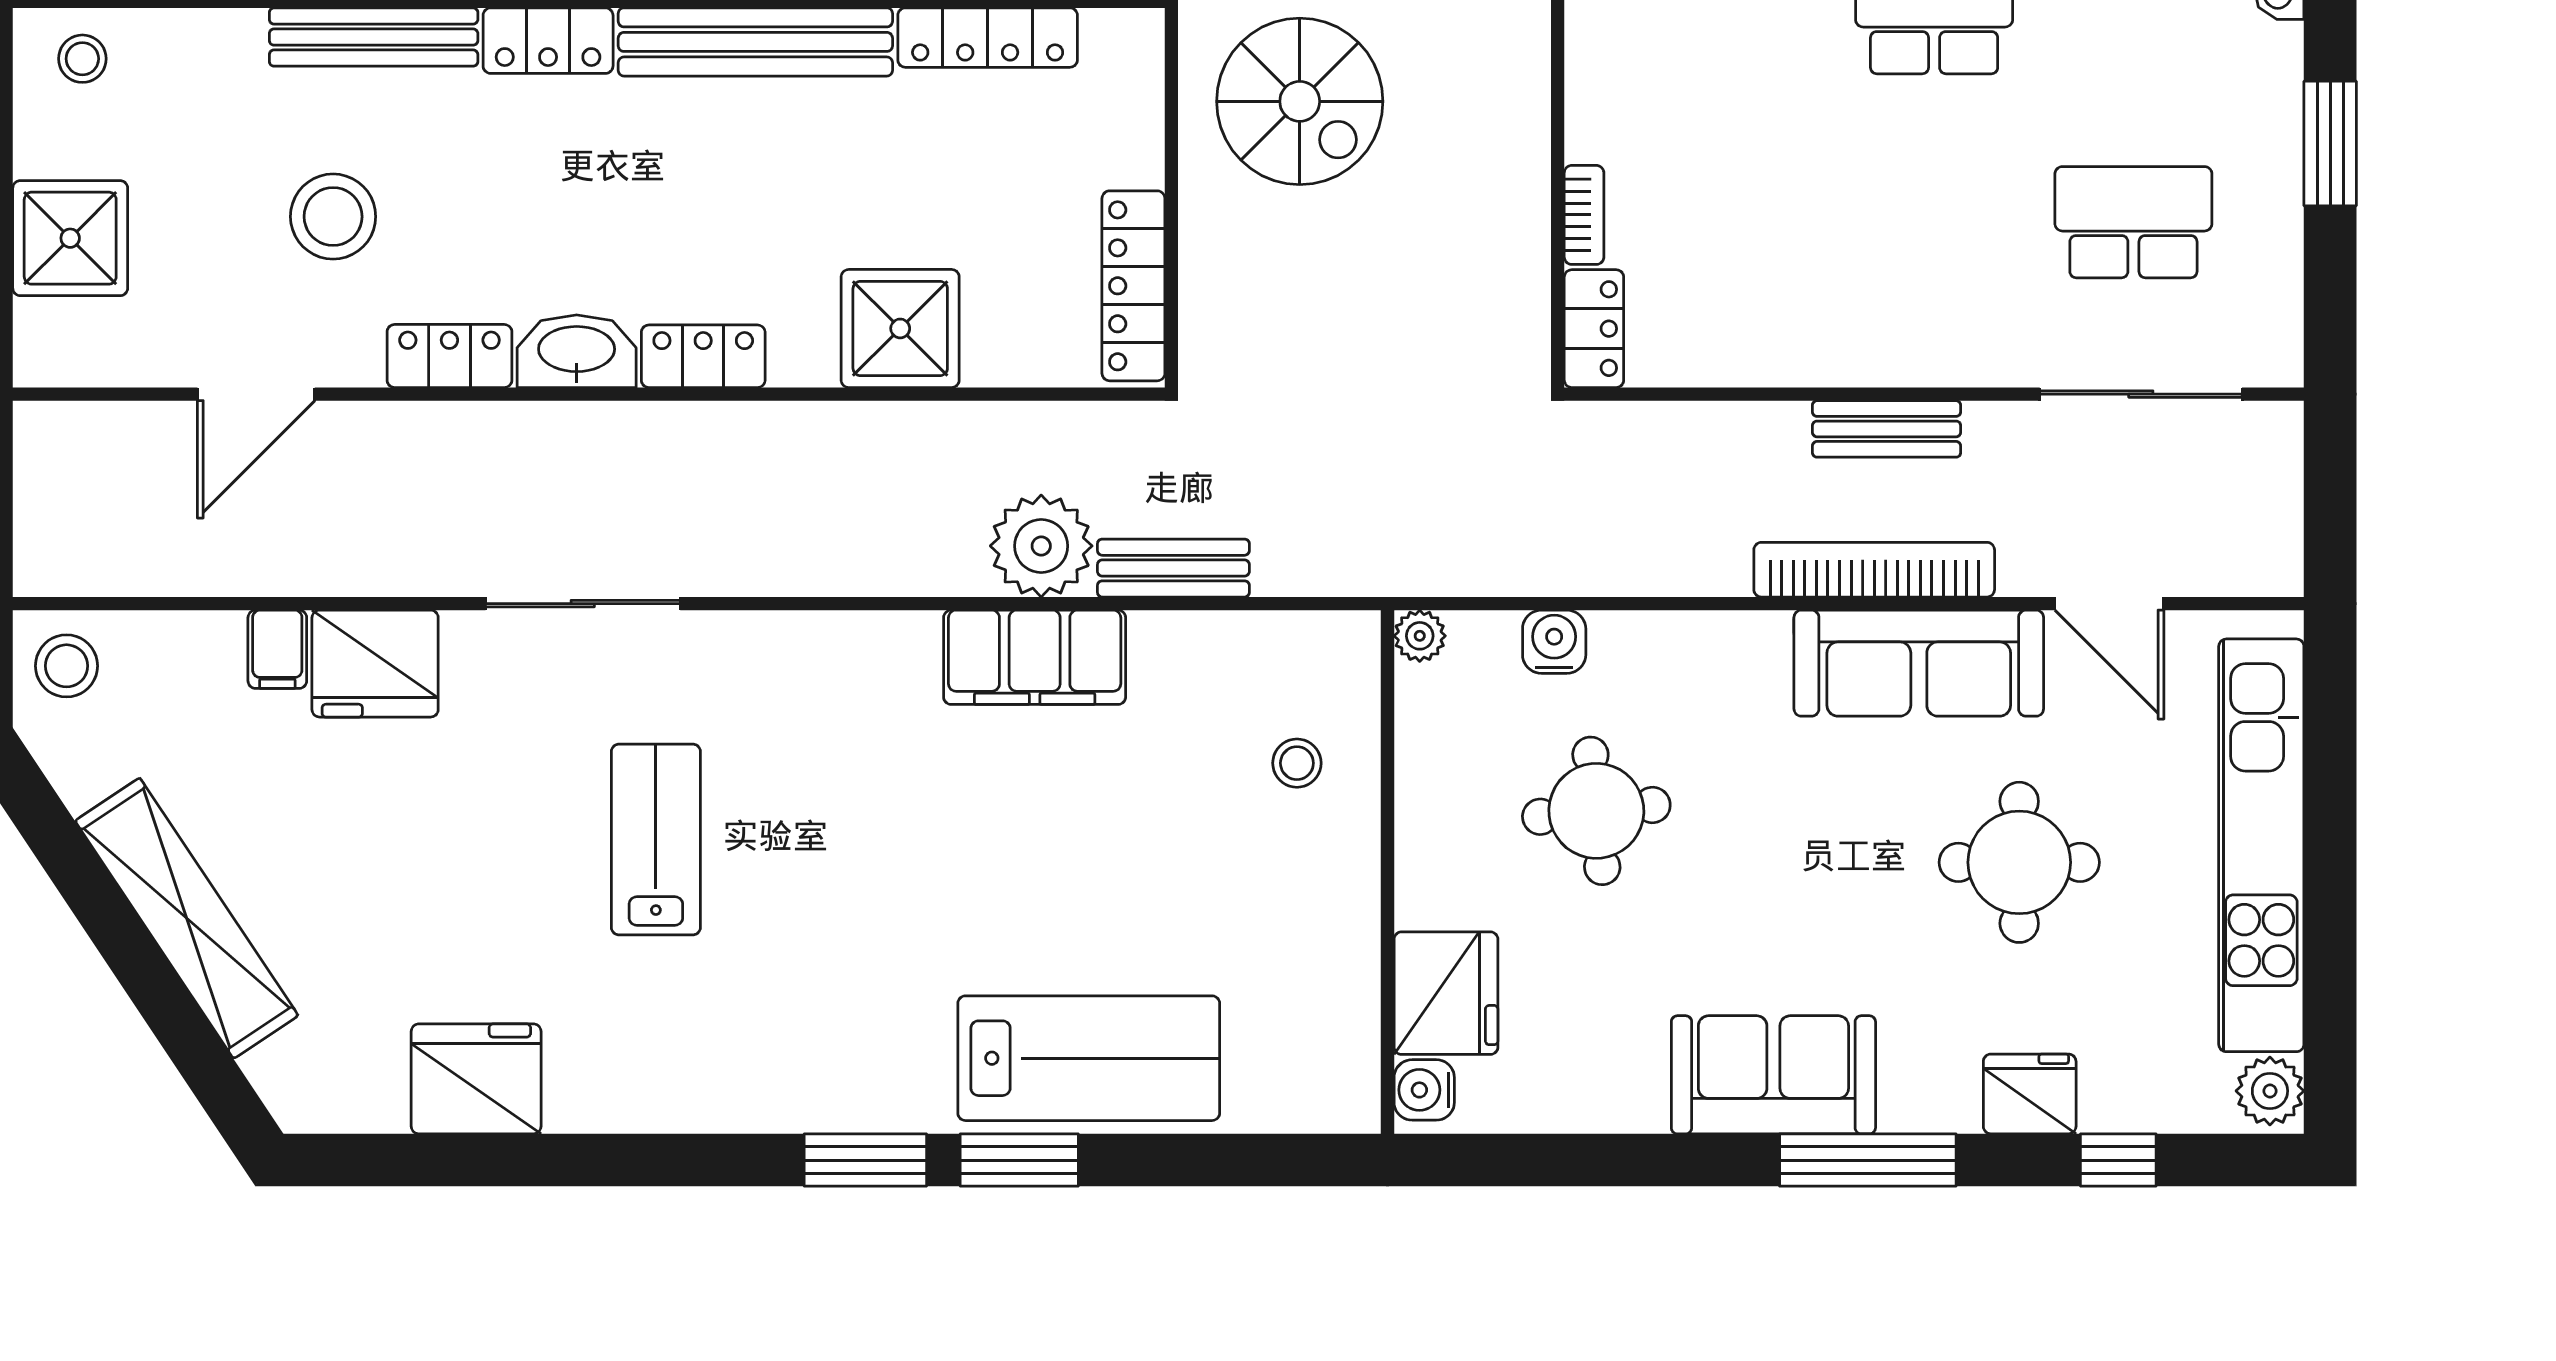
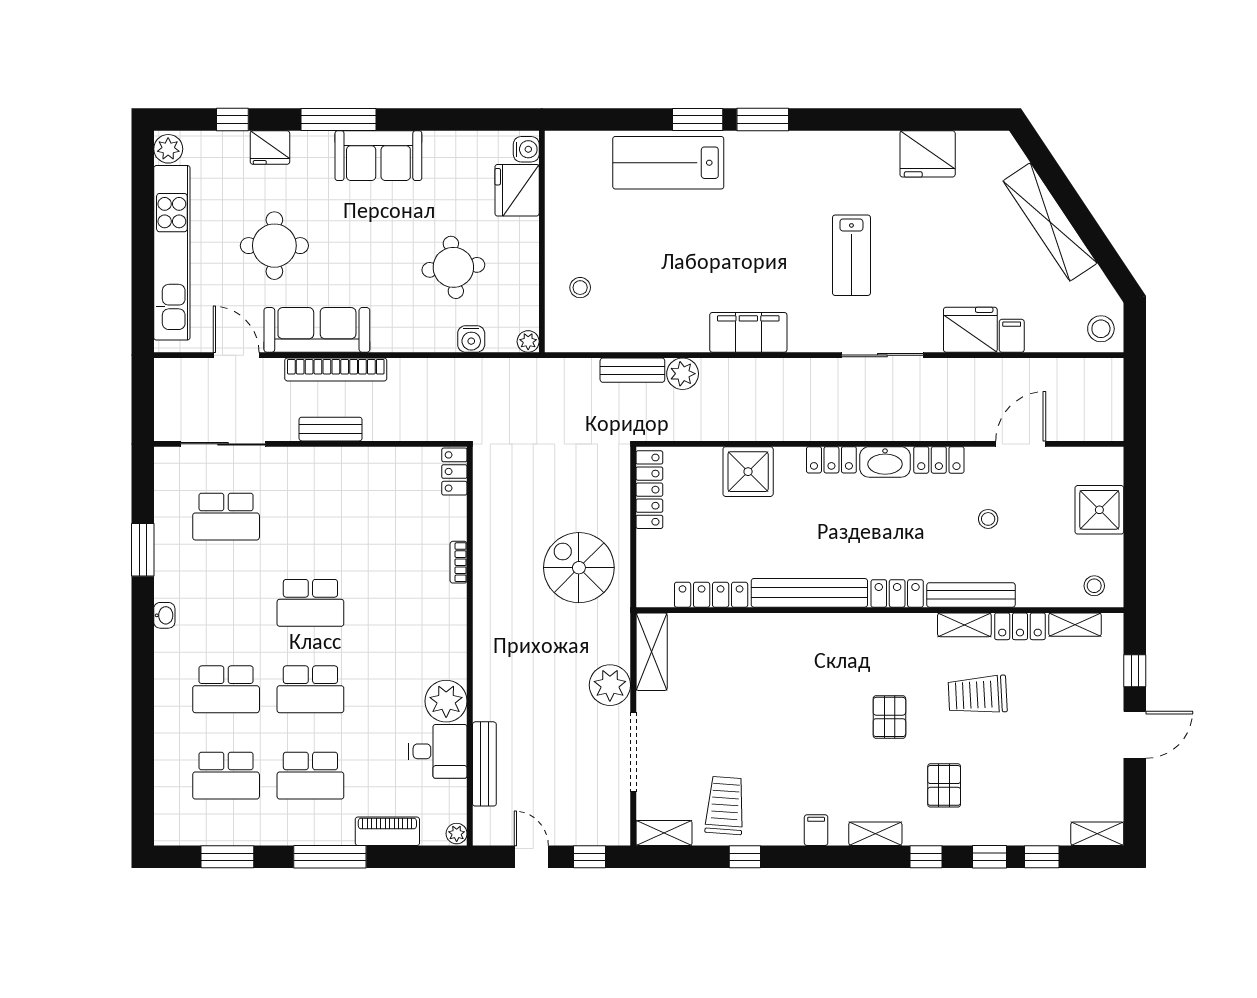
bookcase: (1584, 215) -> (459, 562), moved
stool: (333, 217) -> (988, 519), width x0.53, depth x0.53
plant: (1041, 546) -> (683, 374), width x0.73, depth x0.73
filing cabinet: (1035, 657) -> (748, 332), moved

